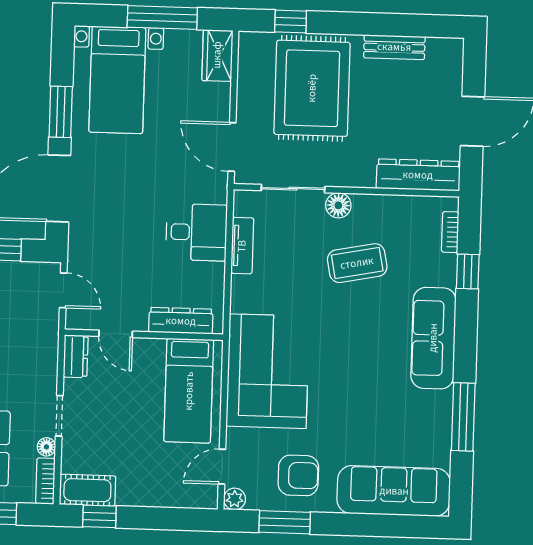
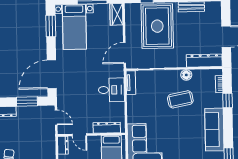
window: (61, 112) -> (51, 26), moved
door: (232, 147) -> (125, 53), hinge flipped
floor lamp: (338, 205) -> (186, 75), moved
tv unit: (242, 246) -> (131, 83), moved

